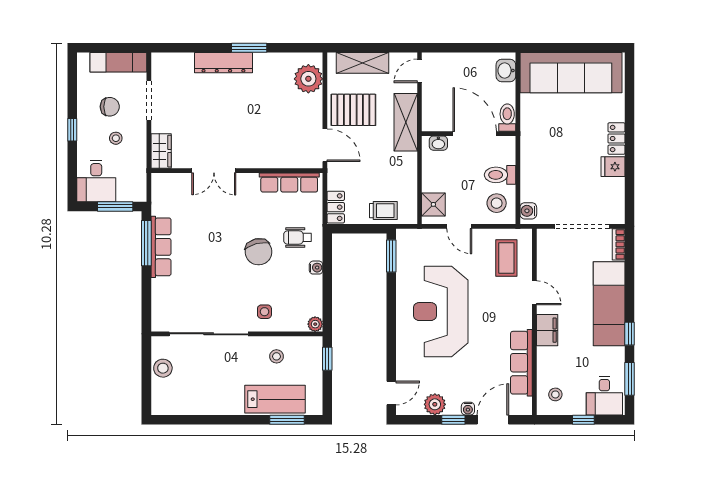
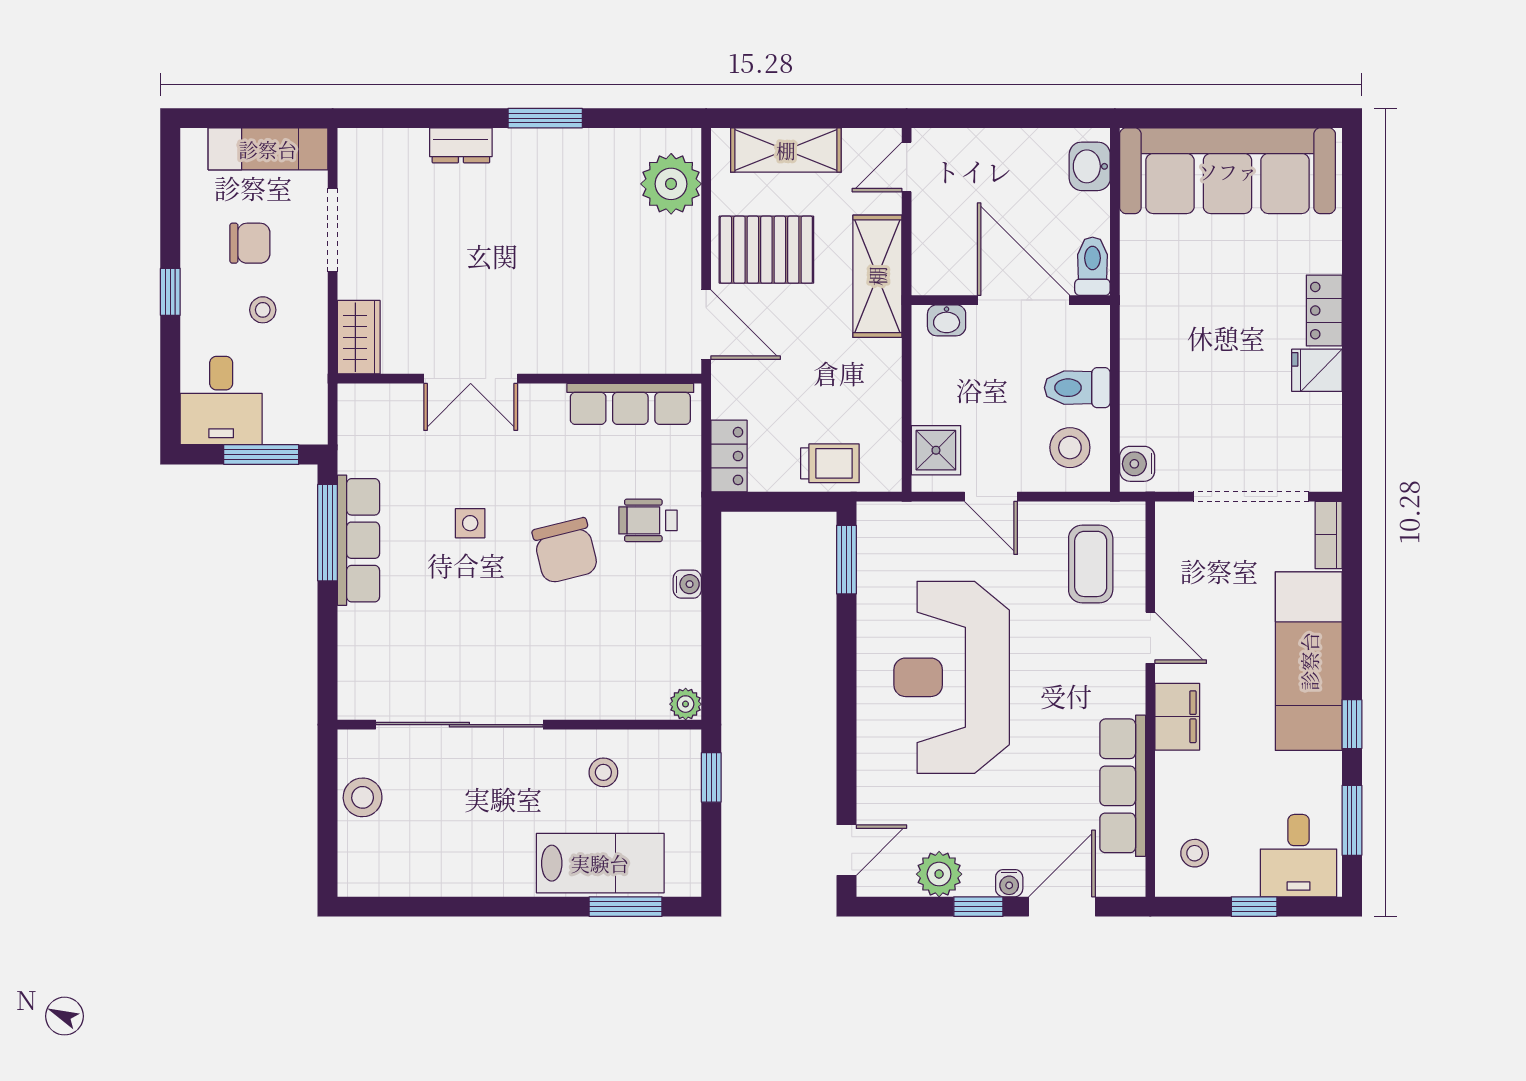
dresser: (223, 63) -> (461, 145), width x0.51, depth x0.80
side table: (264, 312) -> (470, 523), moved

